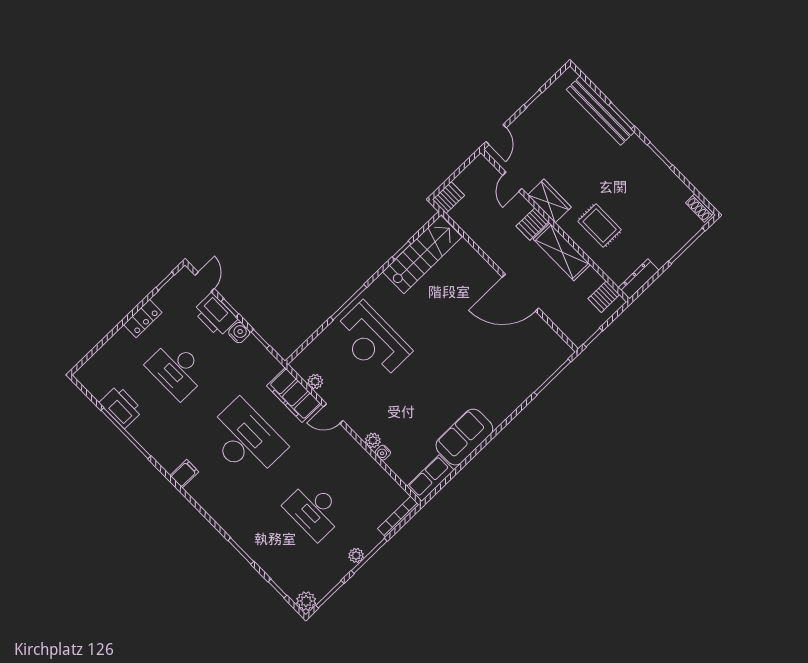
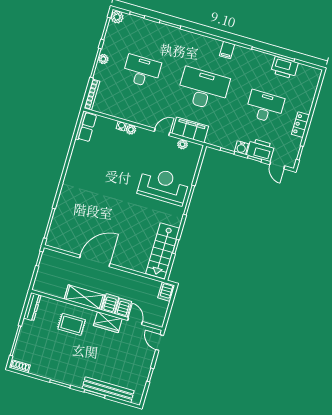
server rack: (604, 297) -> (123, 308), moved
sofa: (464, 437) -> (80, 161), removed
desk: (245, 440) -> (203, 89), turned 180

